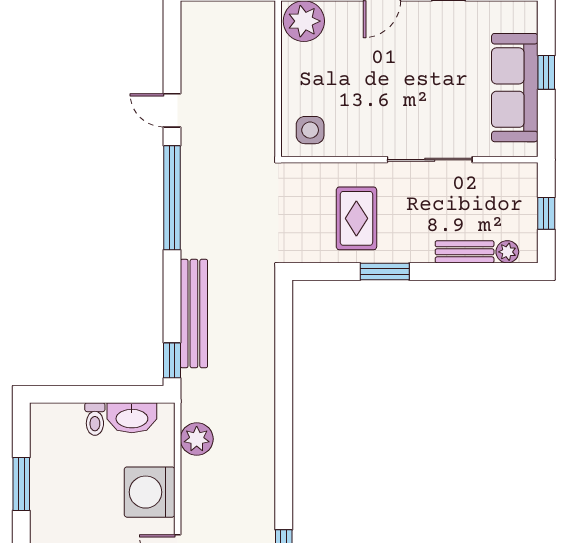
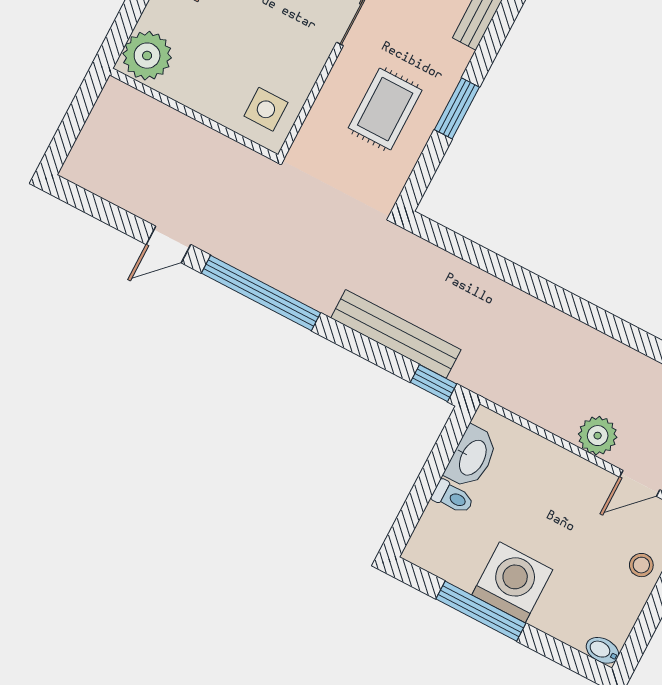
rug: (356, 218) -> (385, 109), turned 90
plant: (197, 439) -> (598, 436), moved
window: (21, 484) -> (481, 611), width x1.44
washing machine: (150, 492) -> (512, 582), moved, turned 180

